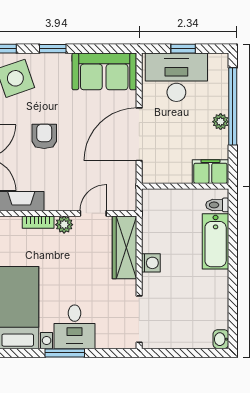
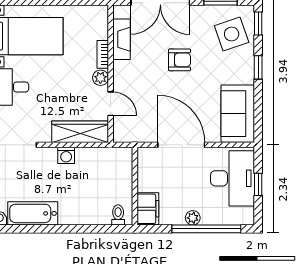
bathtub: (216, 241) -> (33, 213), moved

